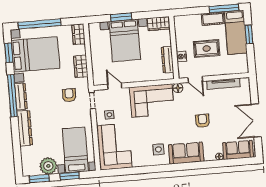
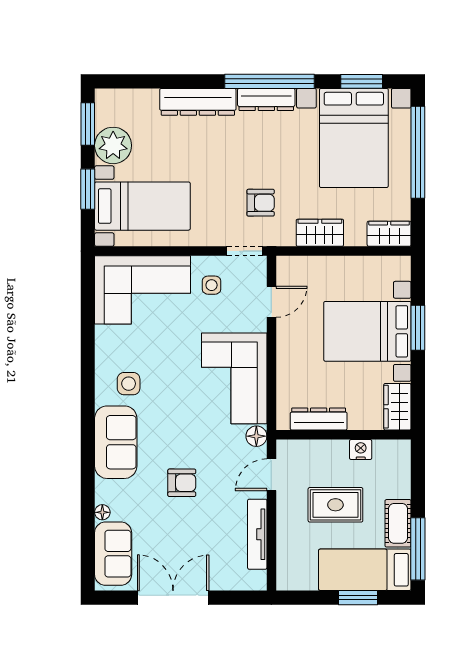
rug: (207, 49) -> (335, 505), turned 90
nightstand: (181, 56) -> (361, 450), moved

